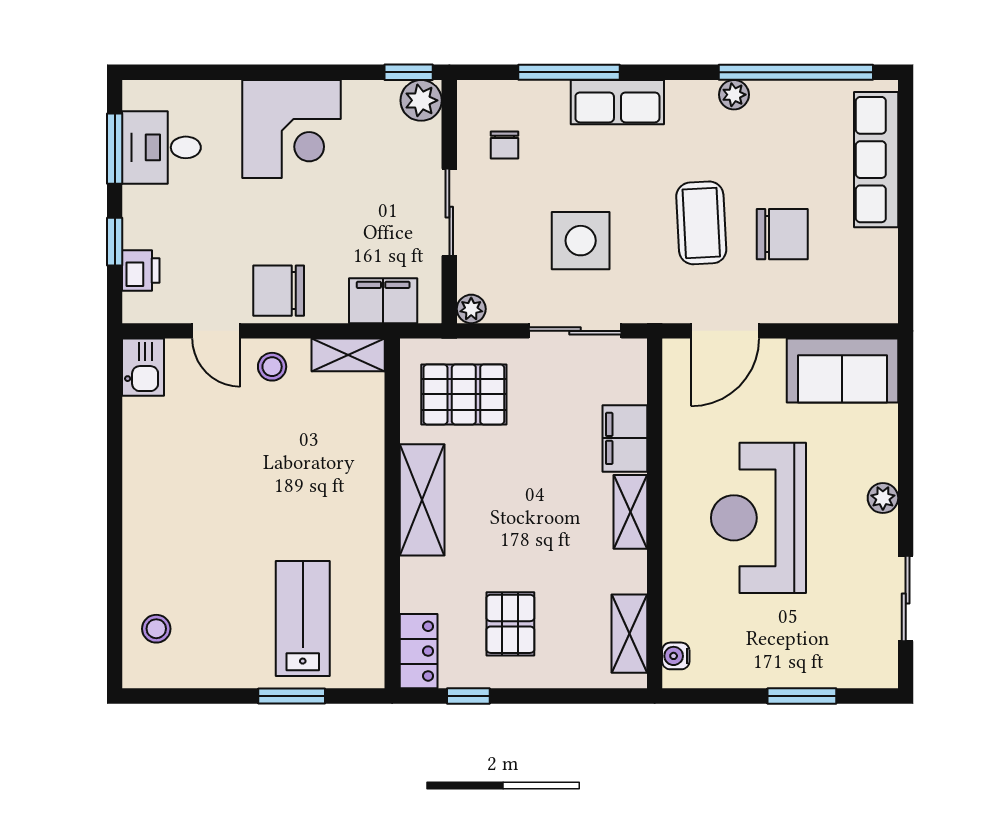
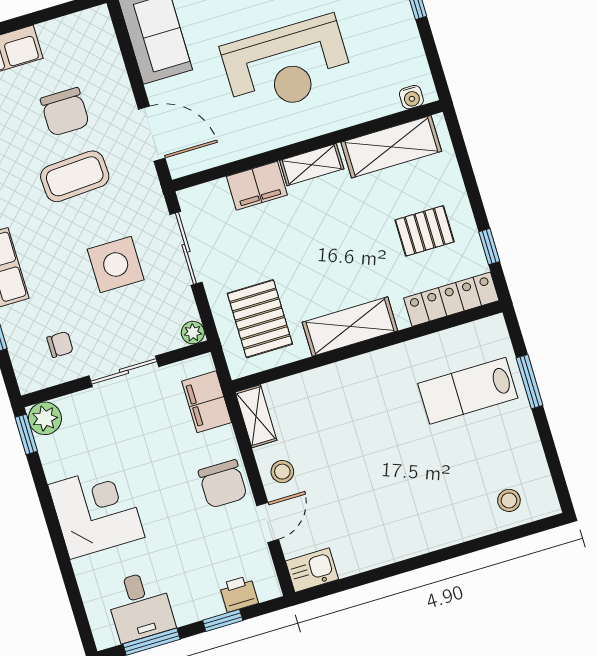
chair: (782, 234) -> (65, 112), turned 180
shelving: (629, 634) -> (391, 147), width x1.50, depth x1.33
locker: (419, 651) -> (451, 299), width x1.53

